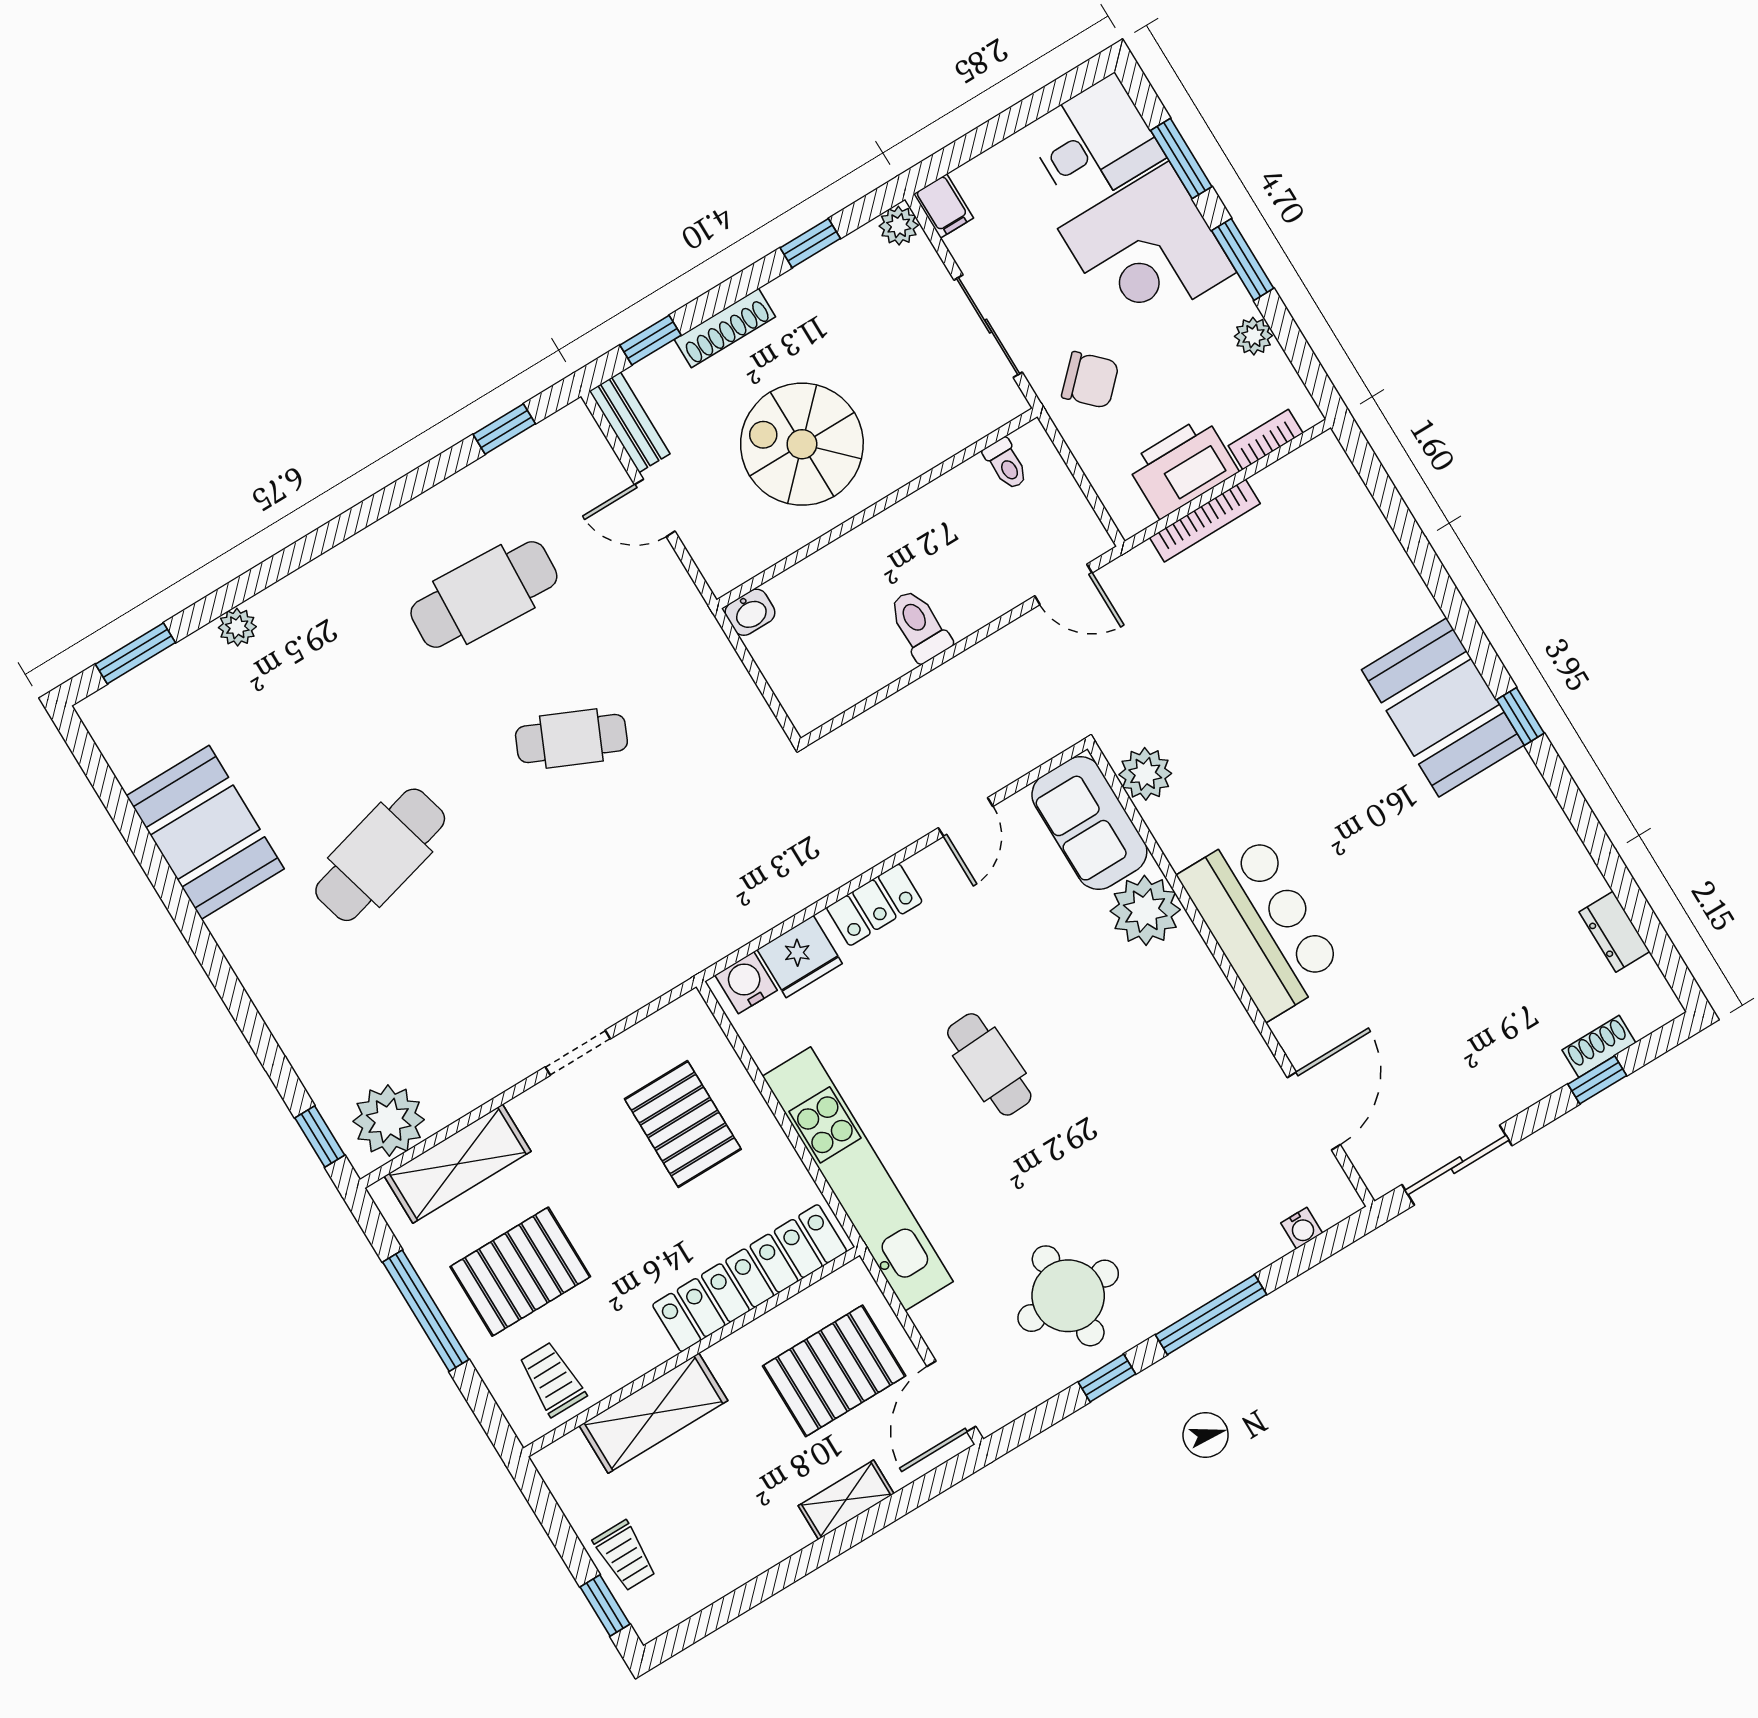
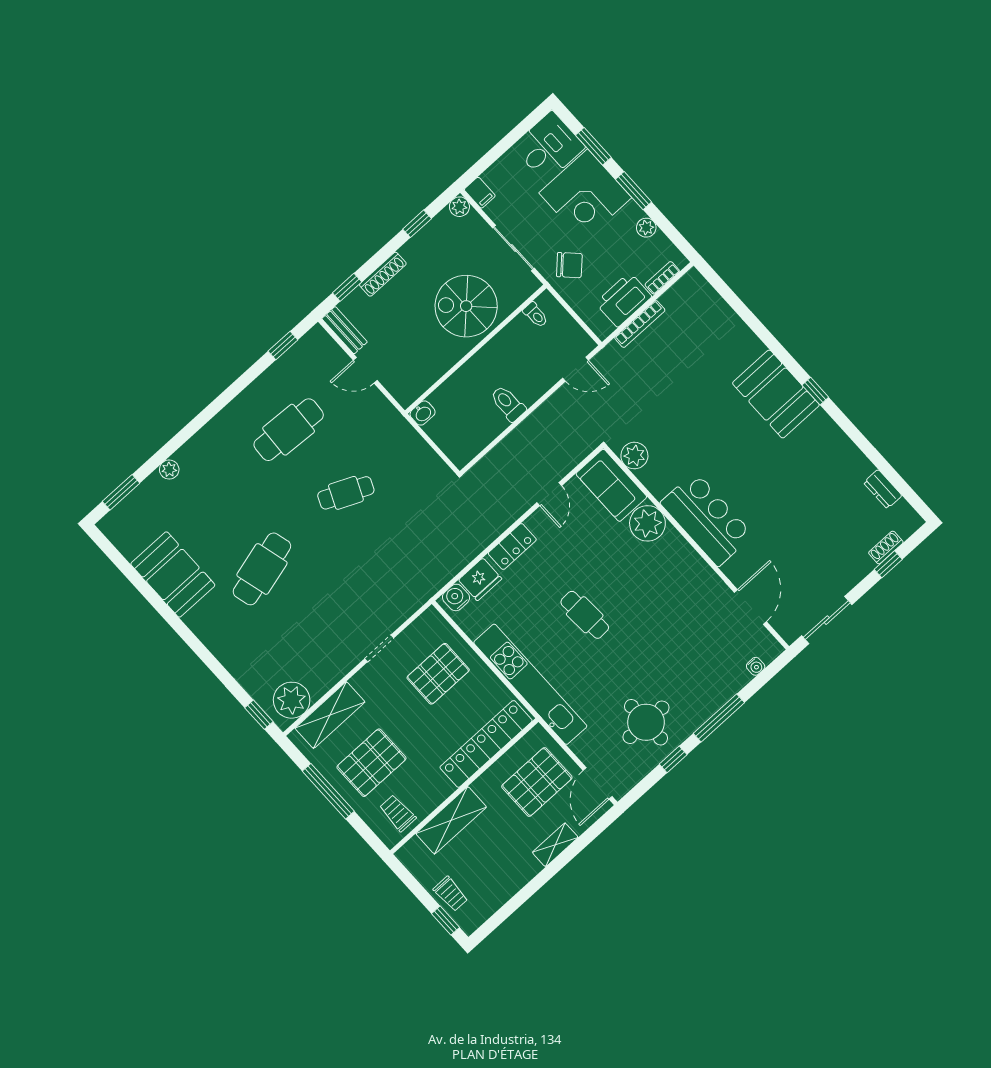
spiral stairs: (802, 444) -> (466, 306), moved
pallet: (683, 1124) -> (438, 674), turned 90

